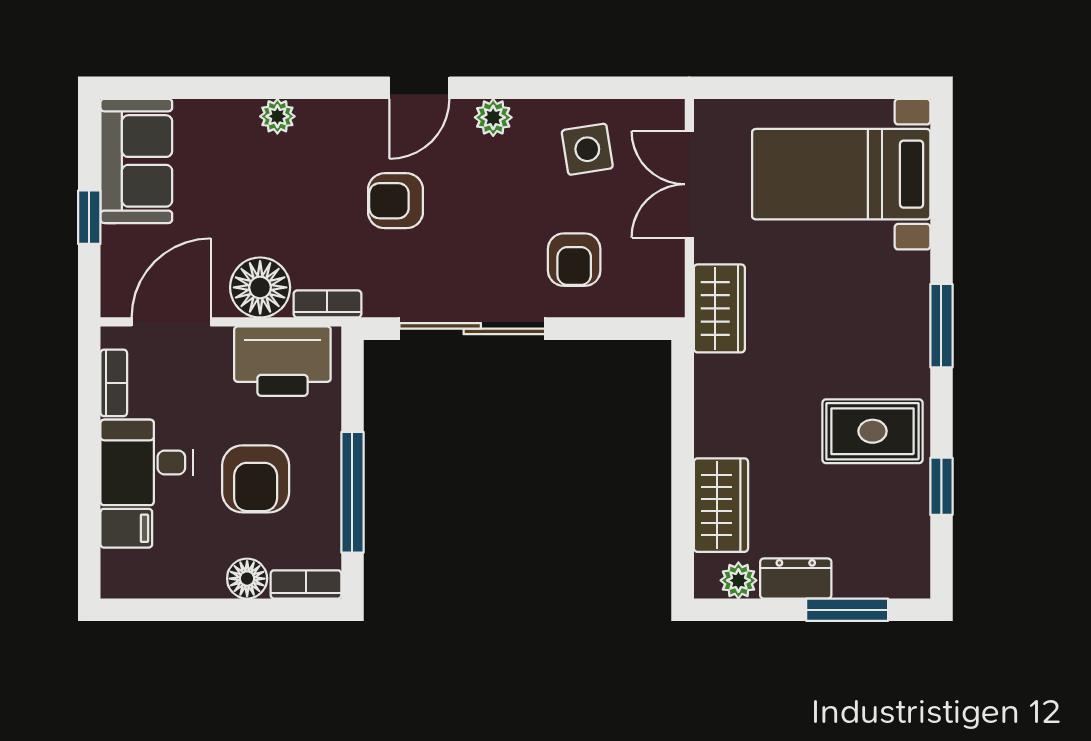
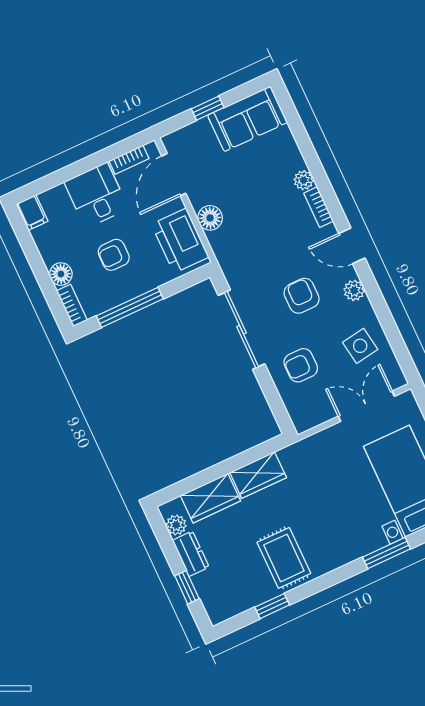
armchair: (395, 201) -> (302, 296), moved
floor lamp: (260, 287) -> (210, 218), width x0.73, depth x0.73
bookcase: (327, 304) -> (319, 207), moved, turned 180
wardrobe: (719, 308) -> (258, 475), moved
door: (171, 322) -> (174, 175), swing flipped
window: (941, 326) -> (386, 553), moved
armchair: (256, 479) -> (114, 255), width x0.72, depth x0.72
filing cabinet: (126, 528) -> (32, 213), moved
window: (847, 610) -> (187, 587), width x0.67

